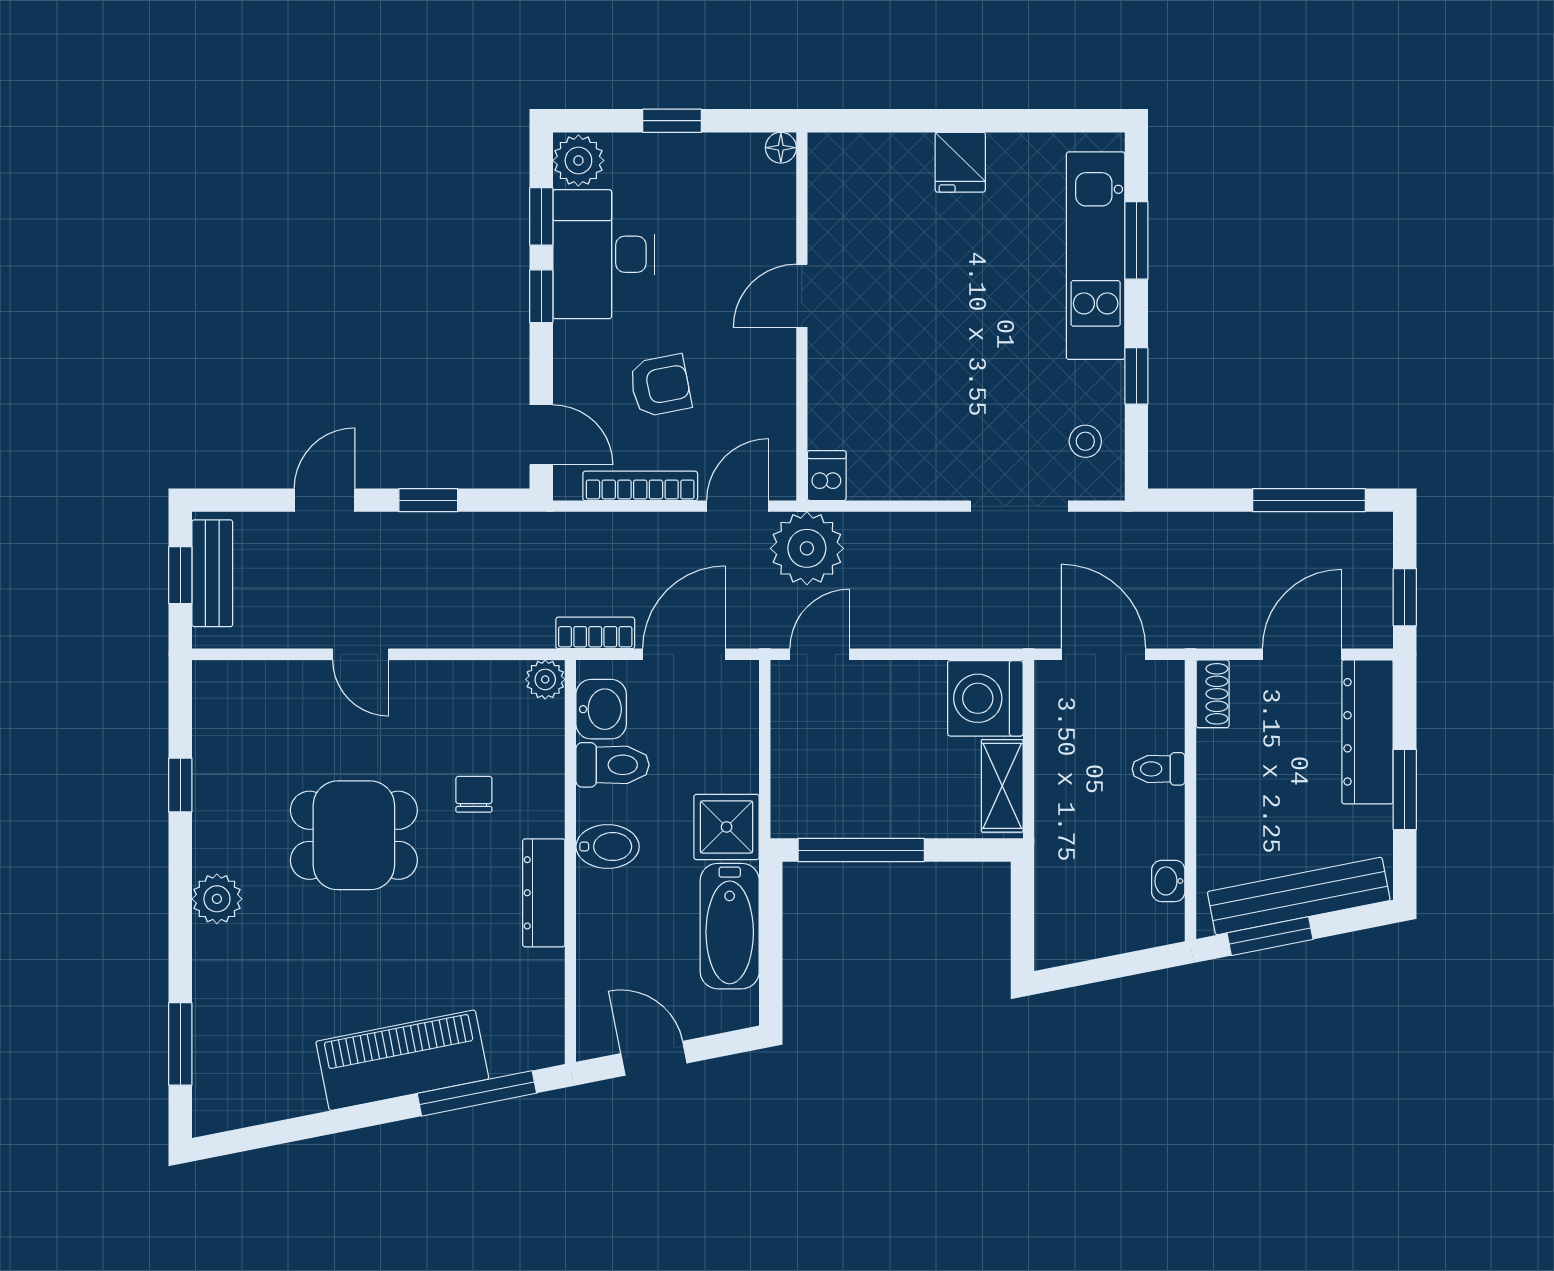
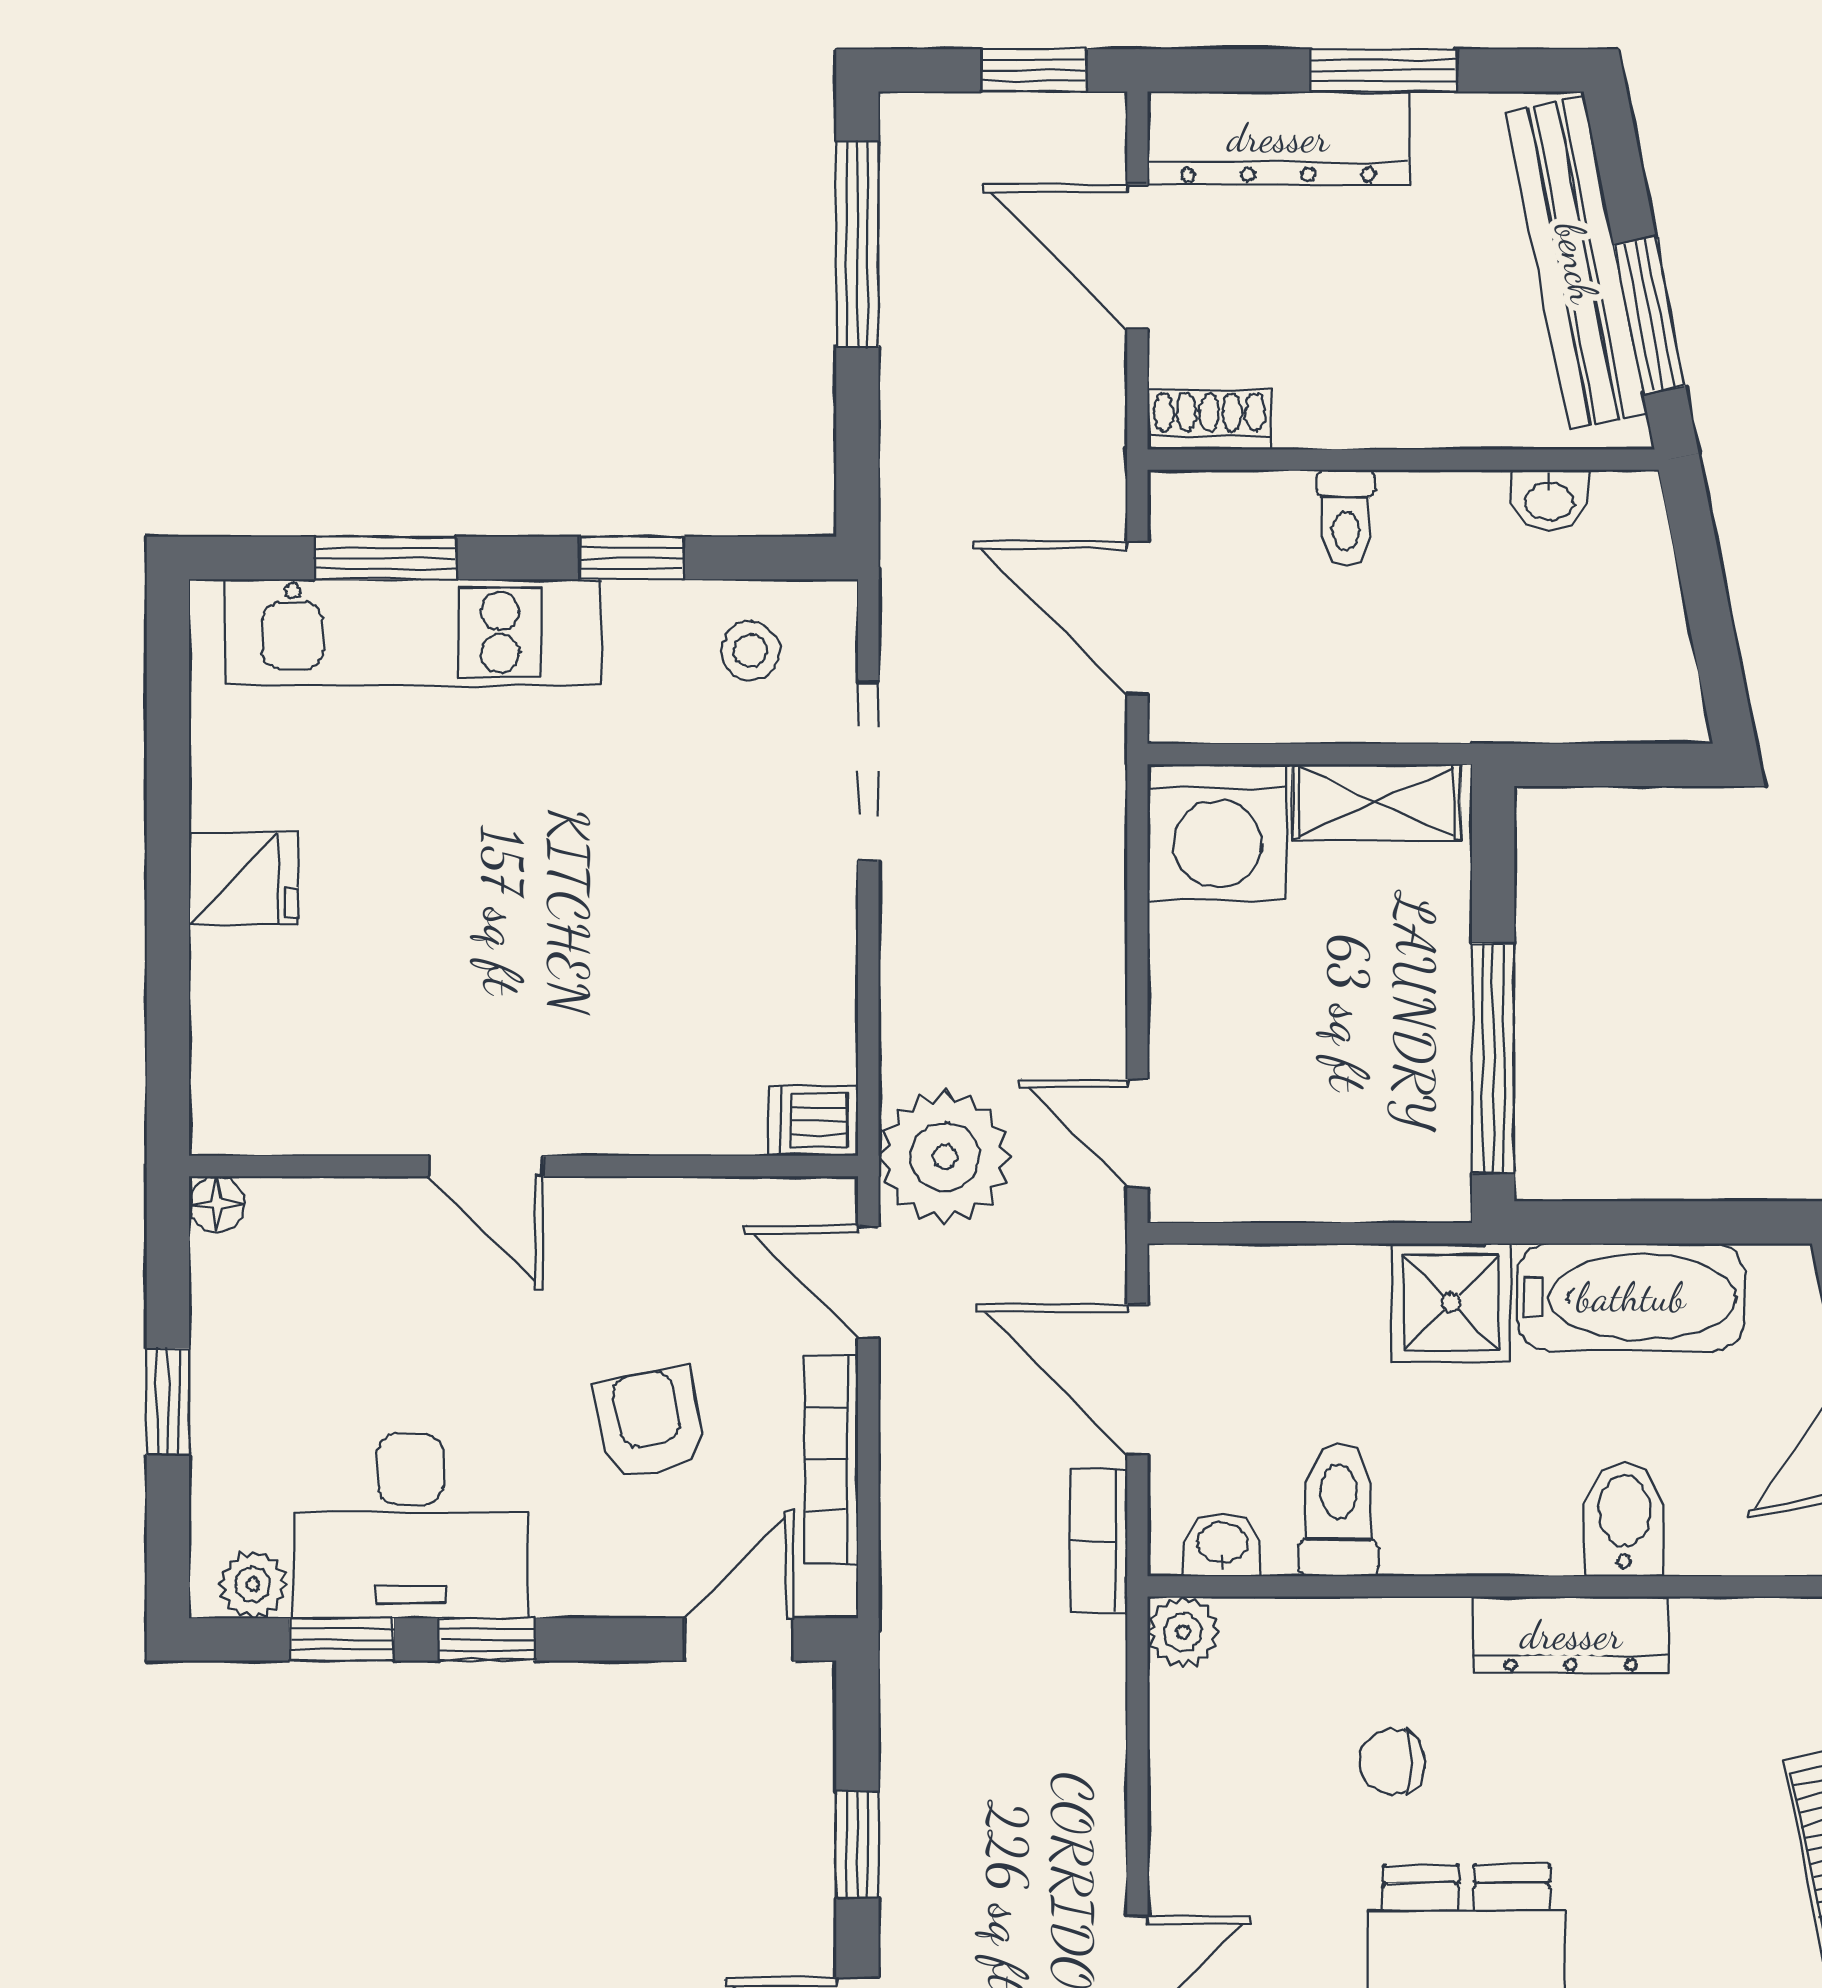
plant: (578, 160) -> (253, 1585), width x0.73, depth x0.73
door: (1104, 654) -> (1137, 618), hinge flipped
washbasin: (601, 709) -> (1222, 1545), width x0.72, depth x0.69
bidet: (608, 847) -> (1624, 1519), moved

